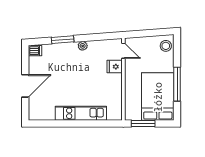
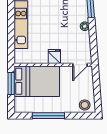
fridge: (115, 67) -> (54, 56), moved
bed: (158, 97) -> (37, 81), moved

